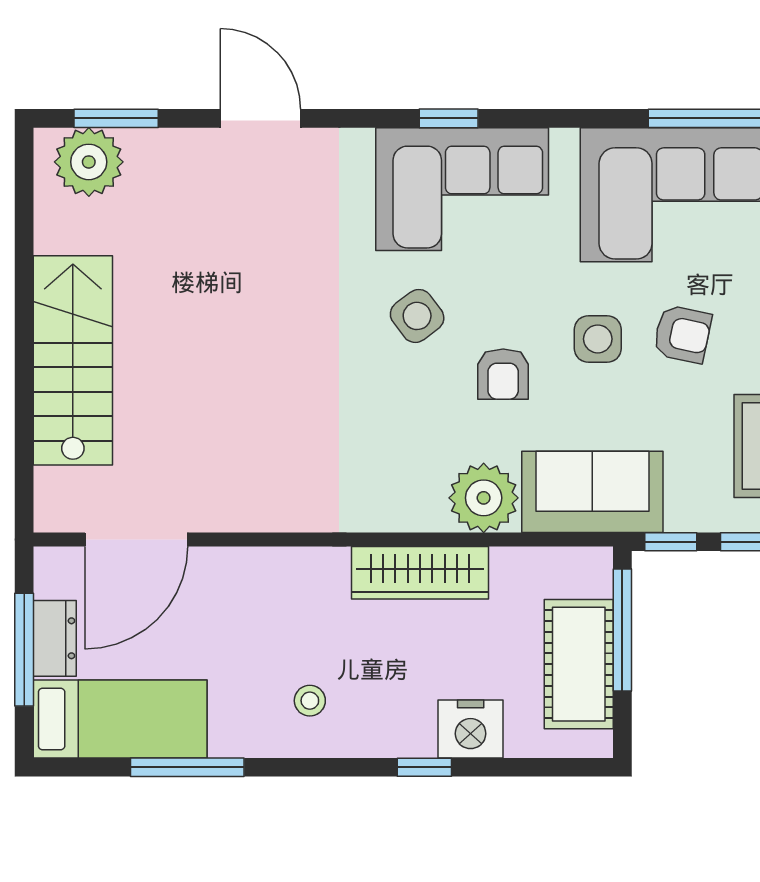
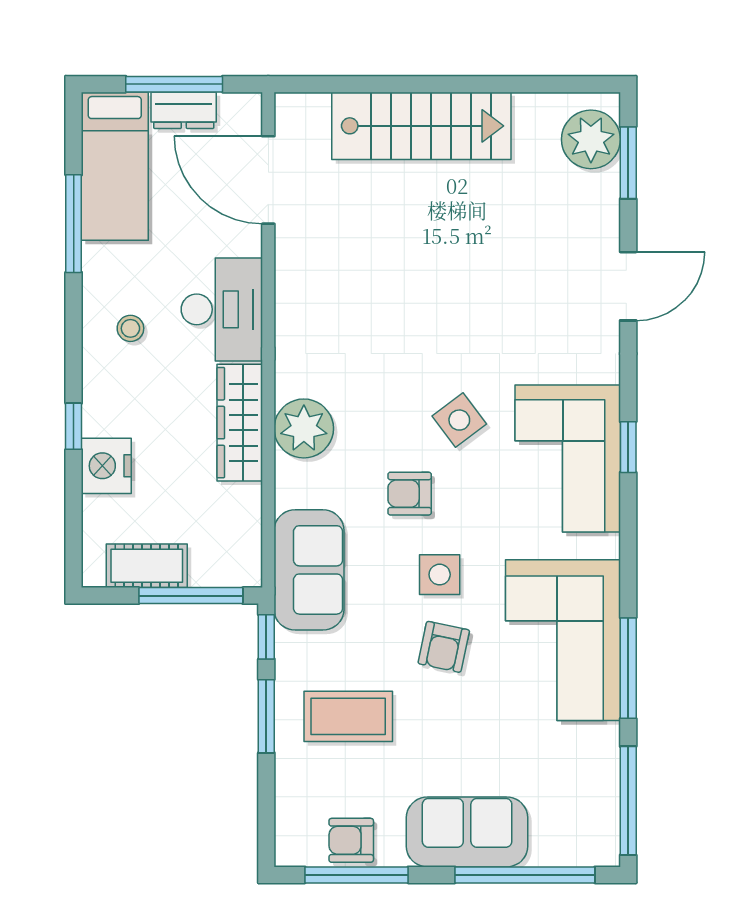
plant: (484, 498) -> (304, 428), moved
desk: (288, 594) -> (222, 309), added
cot: (579, 664) -> (147, 566), width x0.73, depth x0.75

